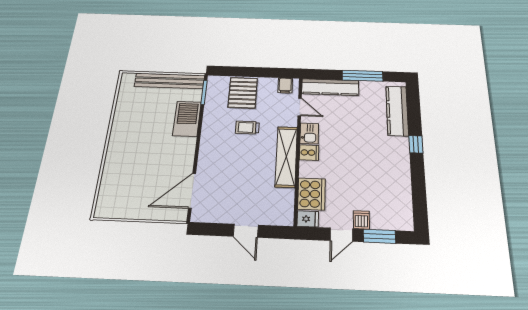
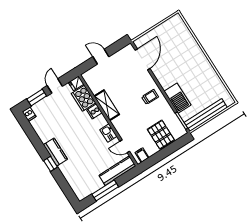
kitchen counter: (397, 111) -> (55, 152), moved, width x0.67
trolley: (247, 128) -> (150, 97), moved
cooker: (309, 153) -> (94, 111), moved
shelving: (286, 157) -> (107, 105), width x0.68
dishwasher: (361, 220) -> (29, 114), moved

